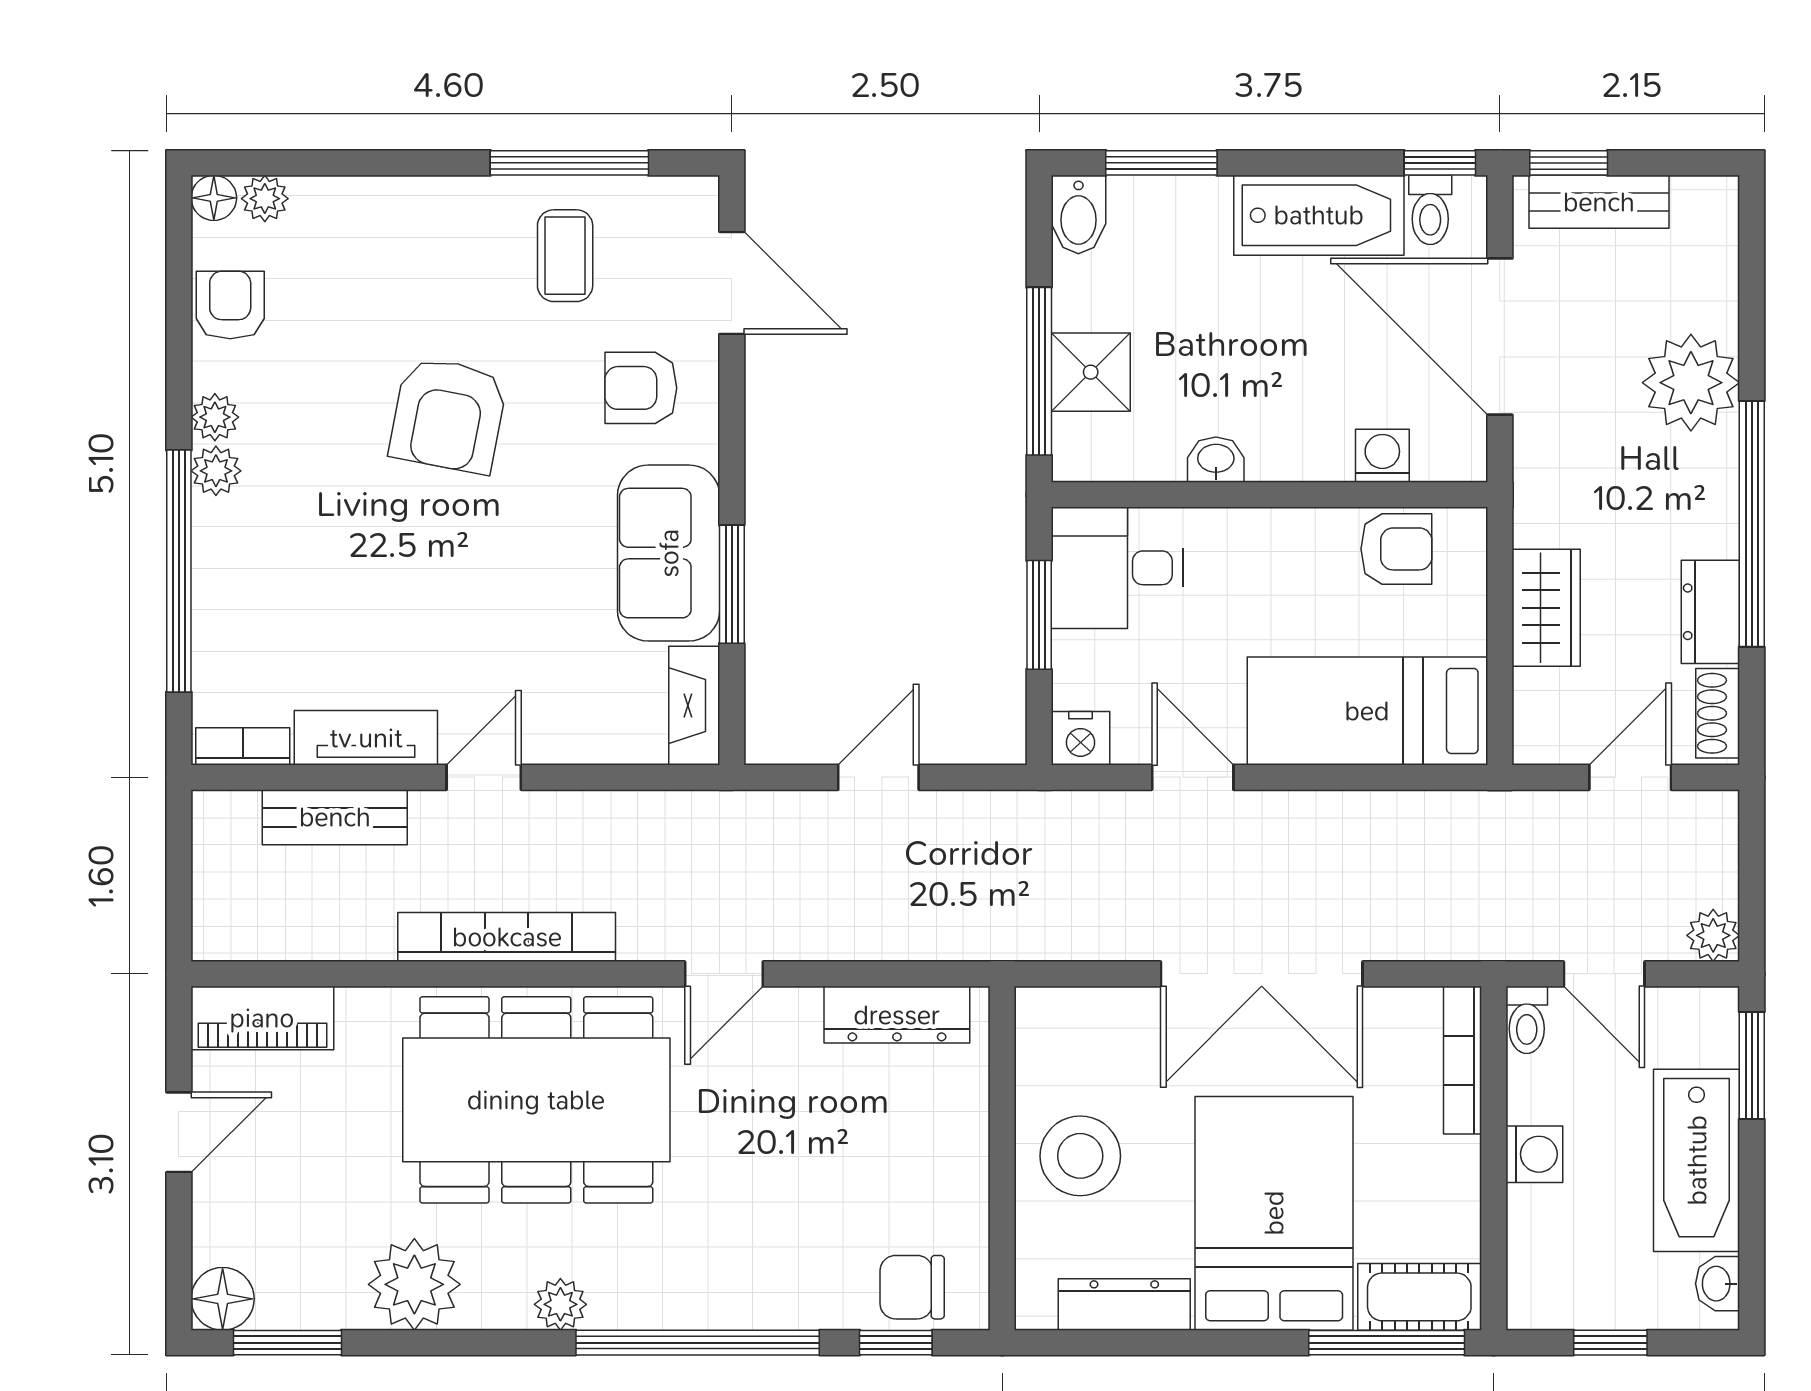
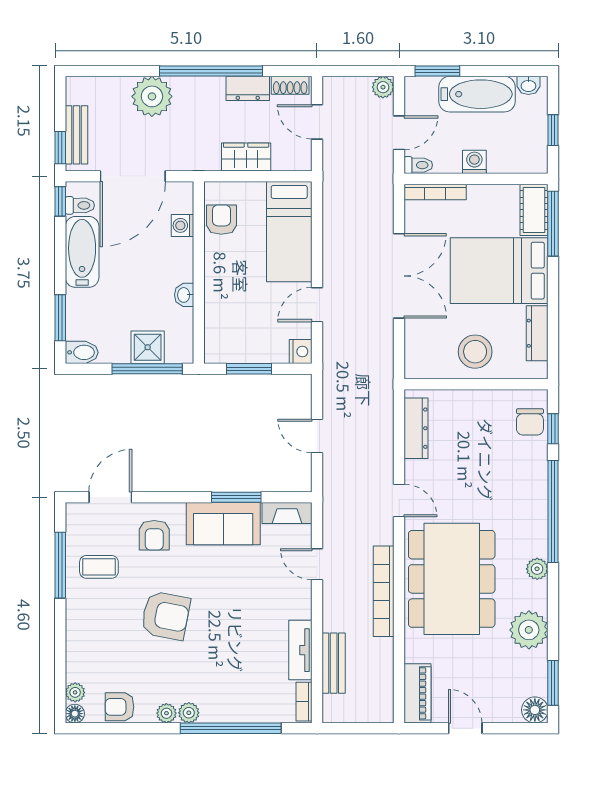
desk: (1117, 568) -> (229, 336), removed
door: (484, 777) -> (317, 564), moved

